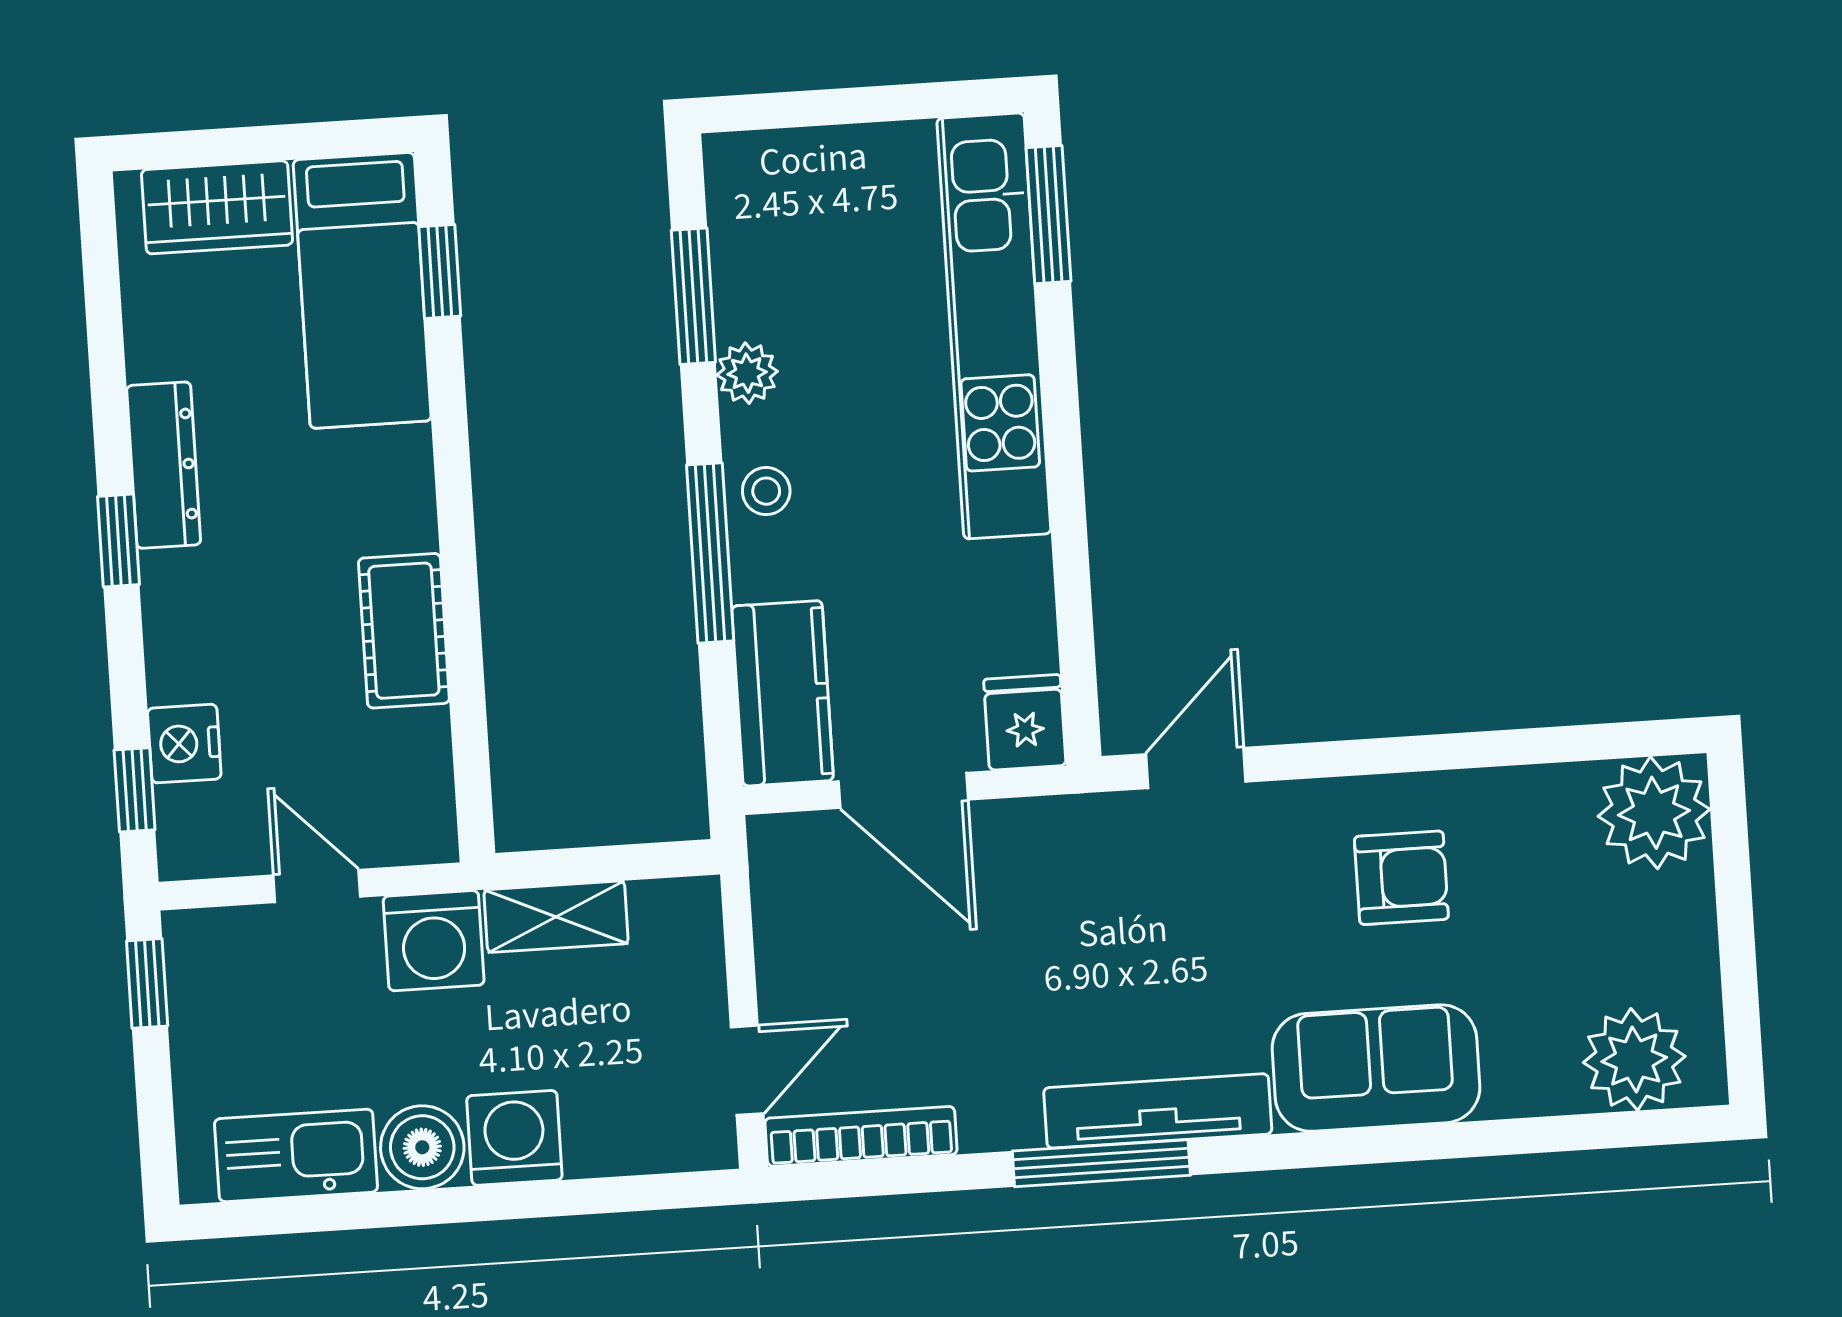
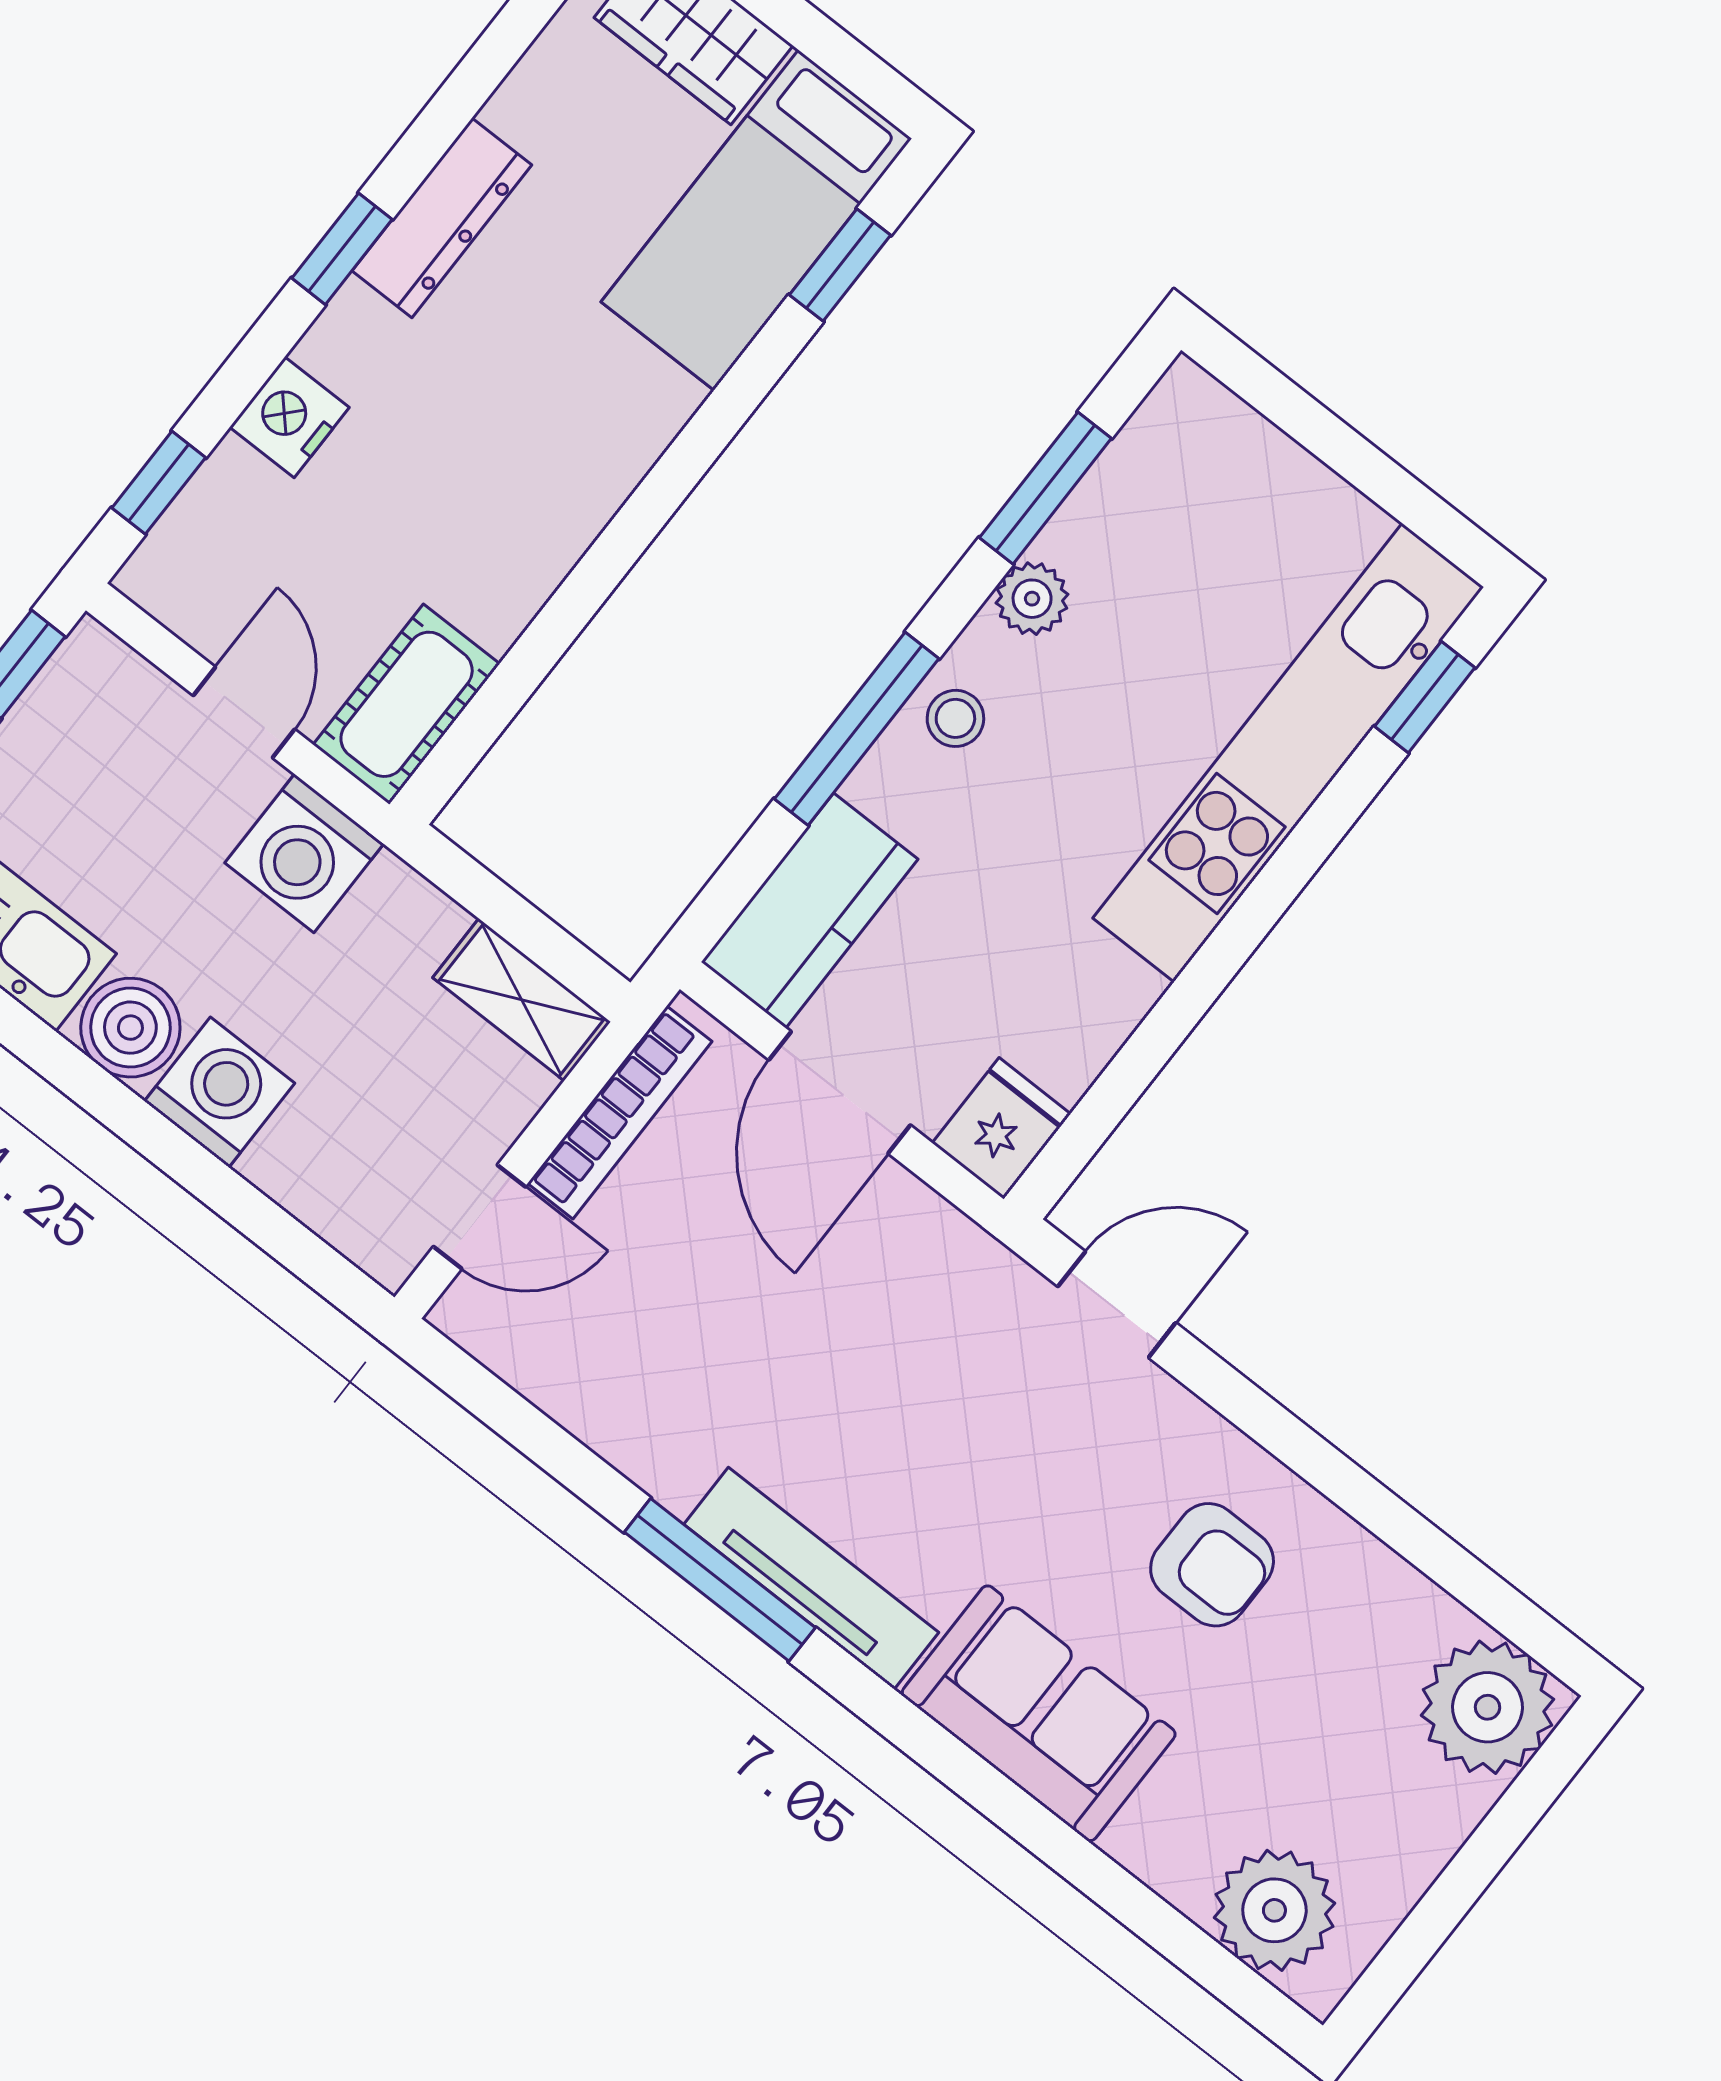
window: (1048, 215) -> (1425, 697), width x0.67
cot: (404, 631) -> (407, 704), moved
nightstand: (184, 744) -> (289, 417), moved
shelving: (556, 917) -> (522, 1000), moved
bookcase: (861, 1136) -> (620, 1112), moved, turned 90

